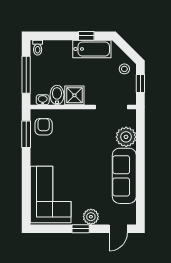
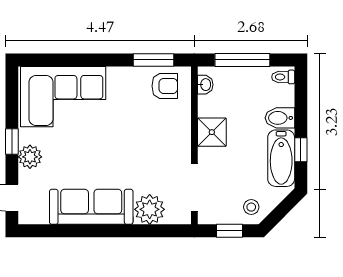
bidet: (57, 95) -> (280, 118), moved, turned 180

